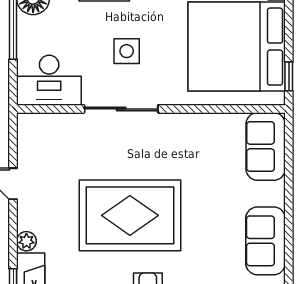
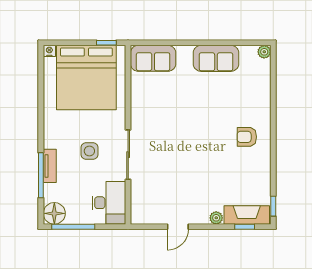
rug: (130, 215) -> (199, 149), removed

